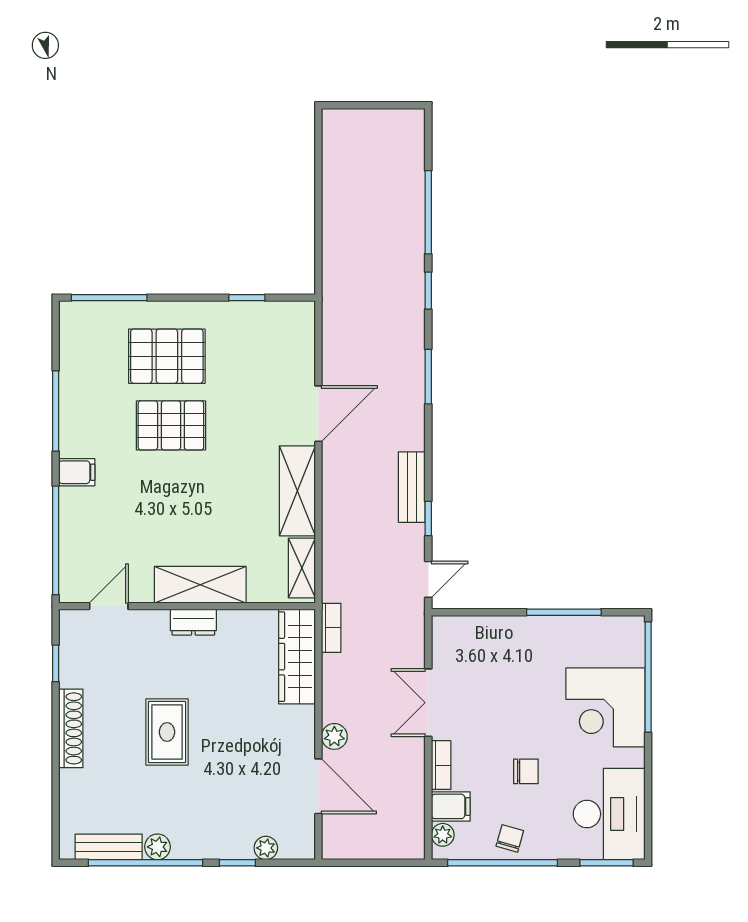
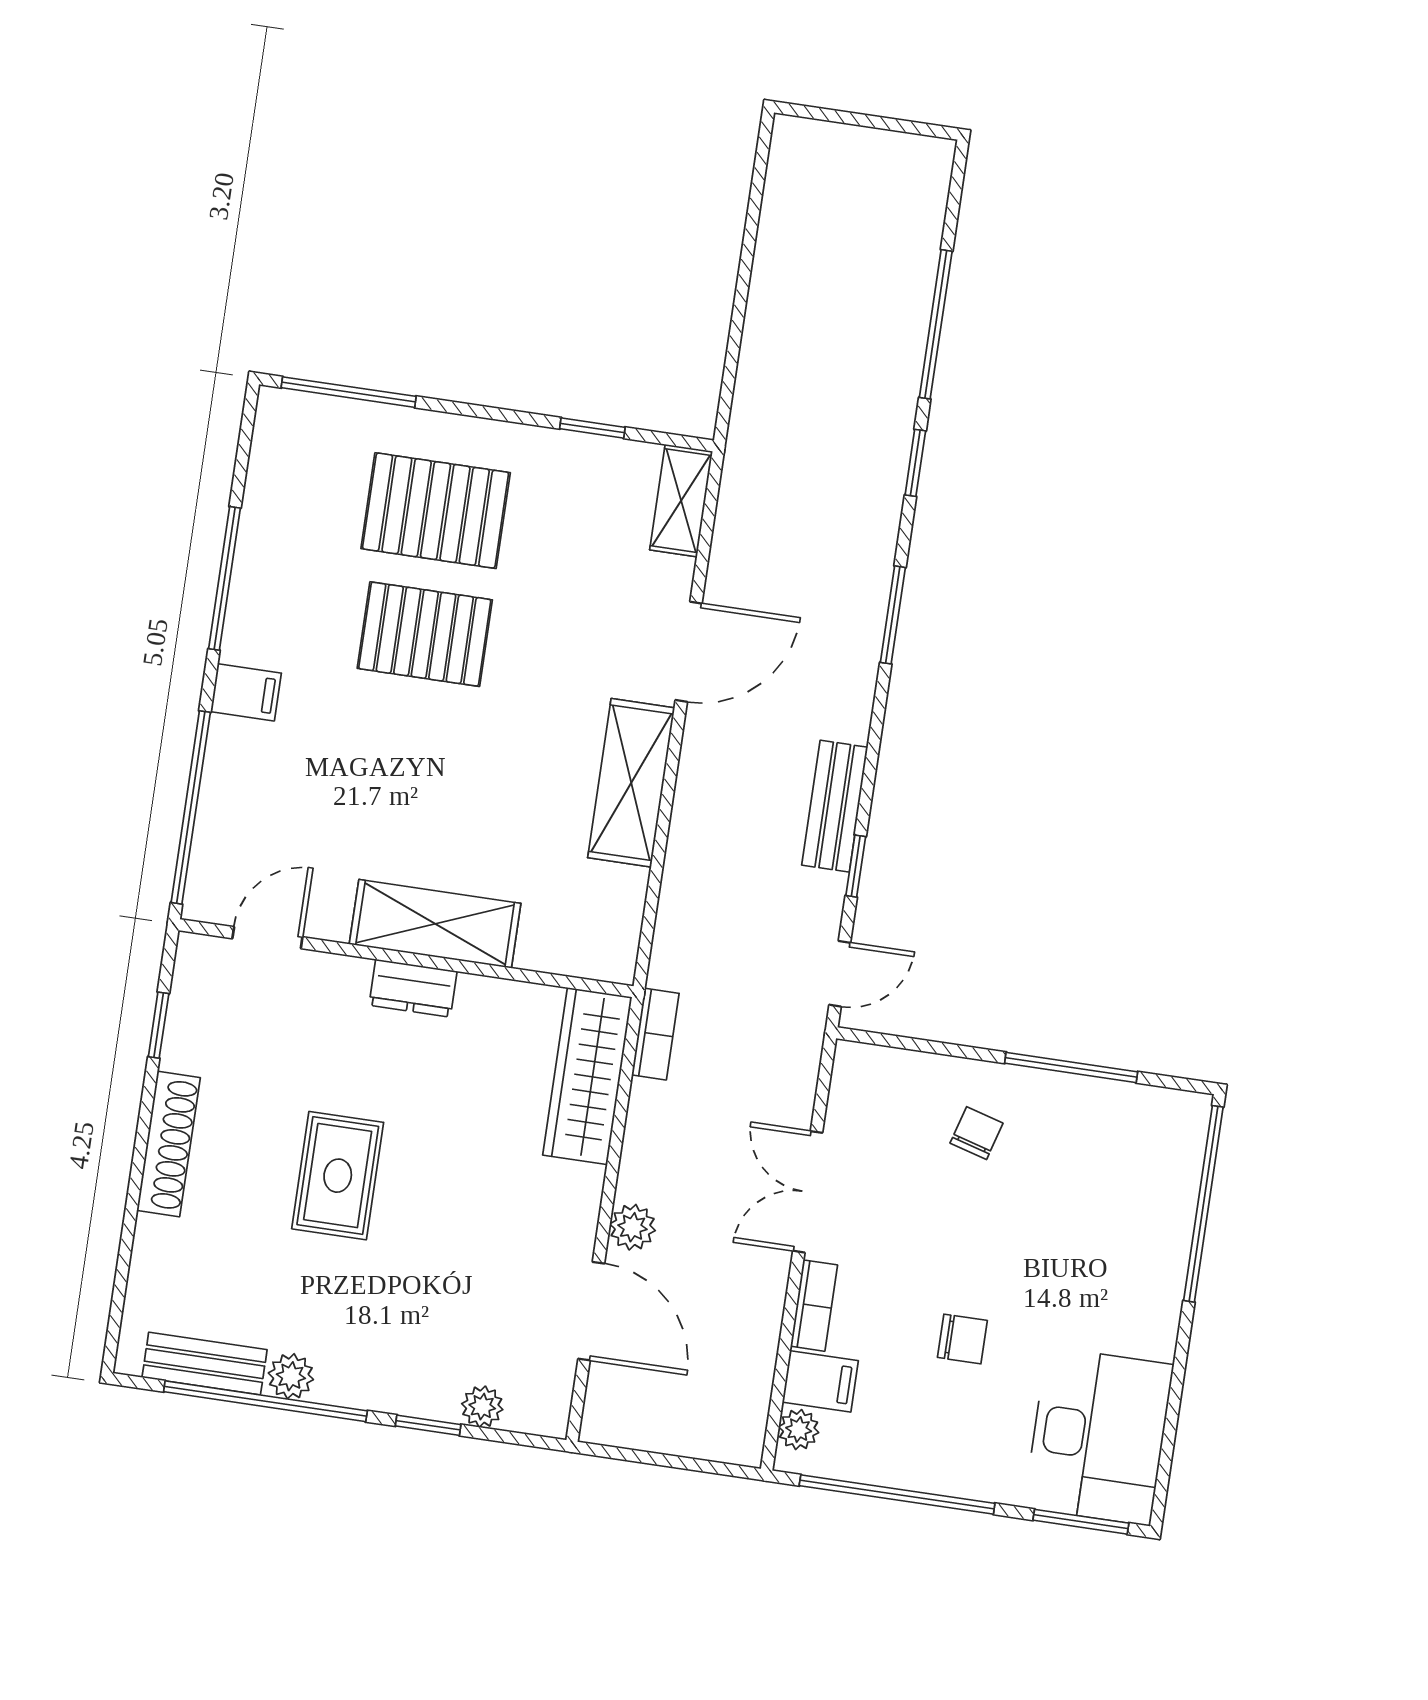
shelving: (302, 568) -> (681, 501), moved
corner desk: (606, 707) -> (1120, 1246), removed
chair: (510, 838) -> (977, 1133), moved

